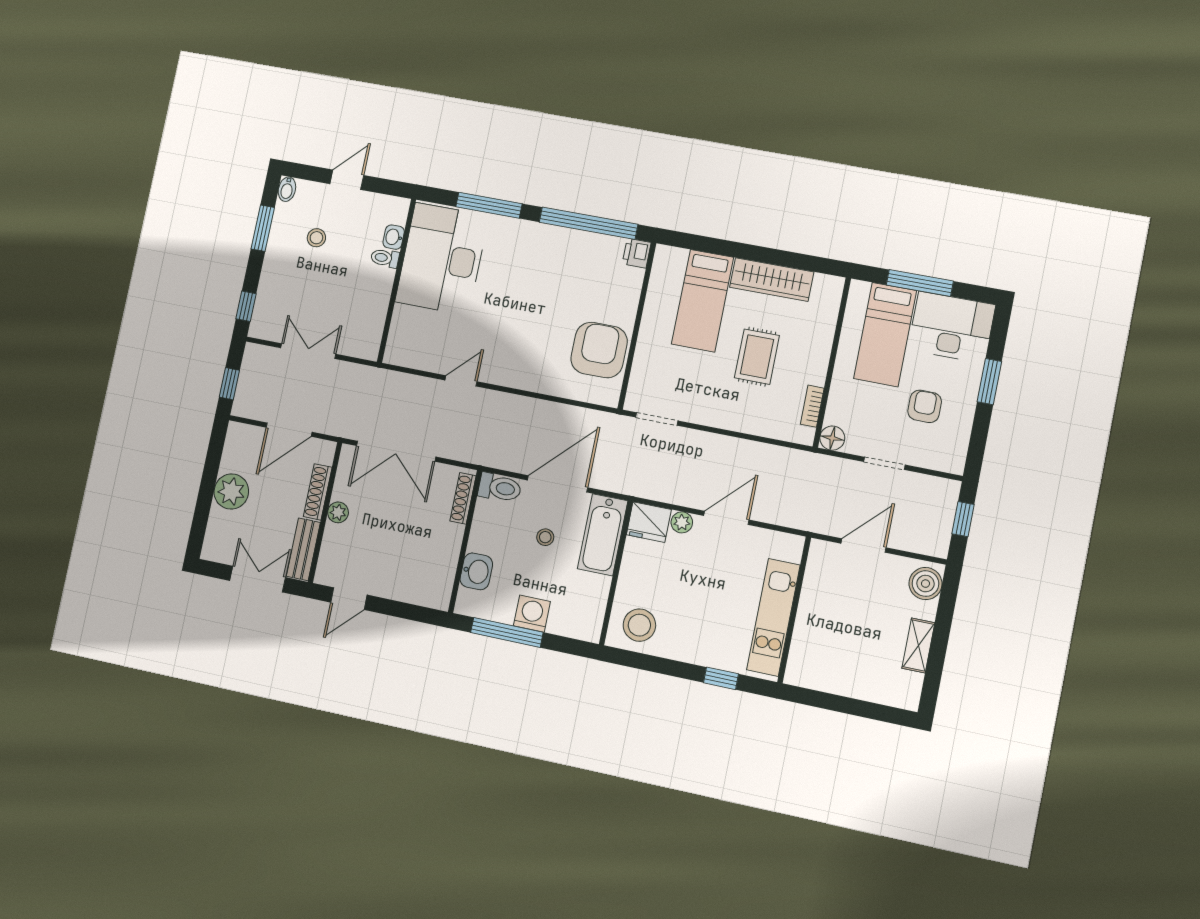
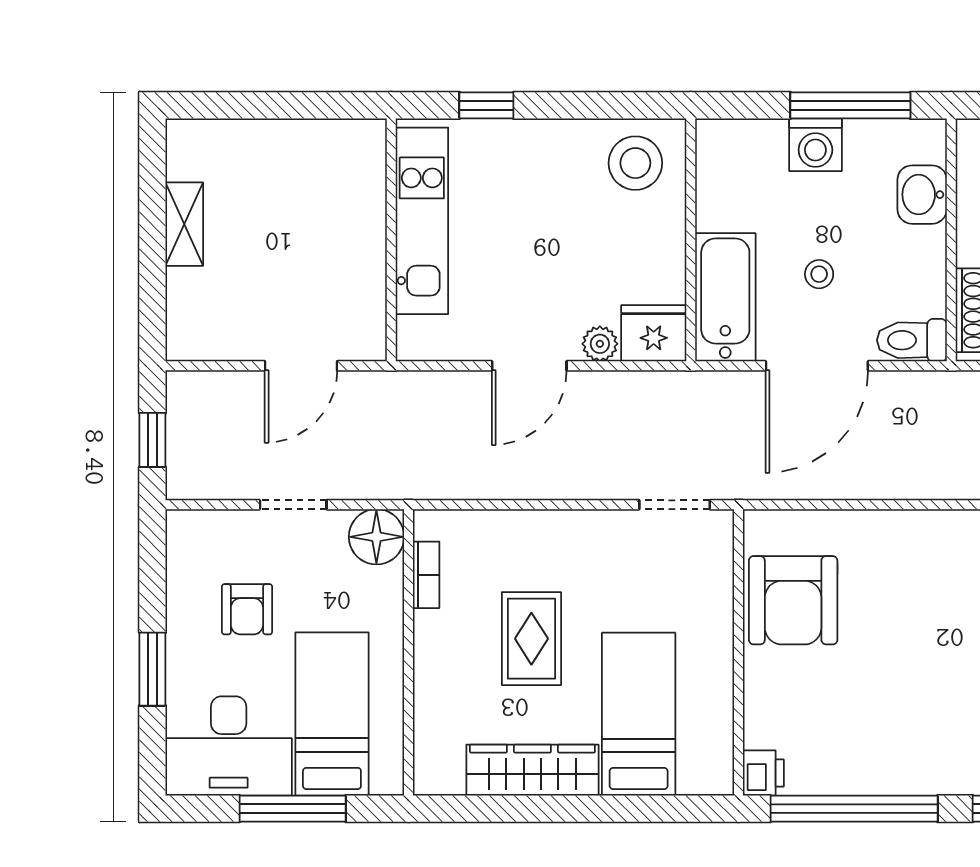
floor lamp: (832, 438) -> (376, 537), width x1.38, depth x1.38
boiler: (925, 584) -> (192, 325), removed

